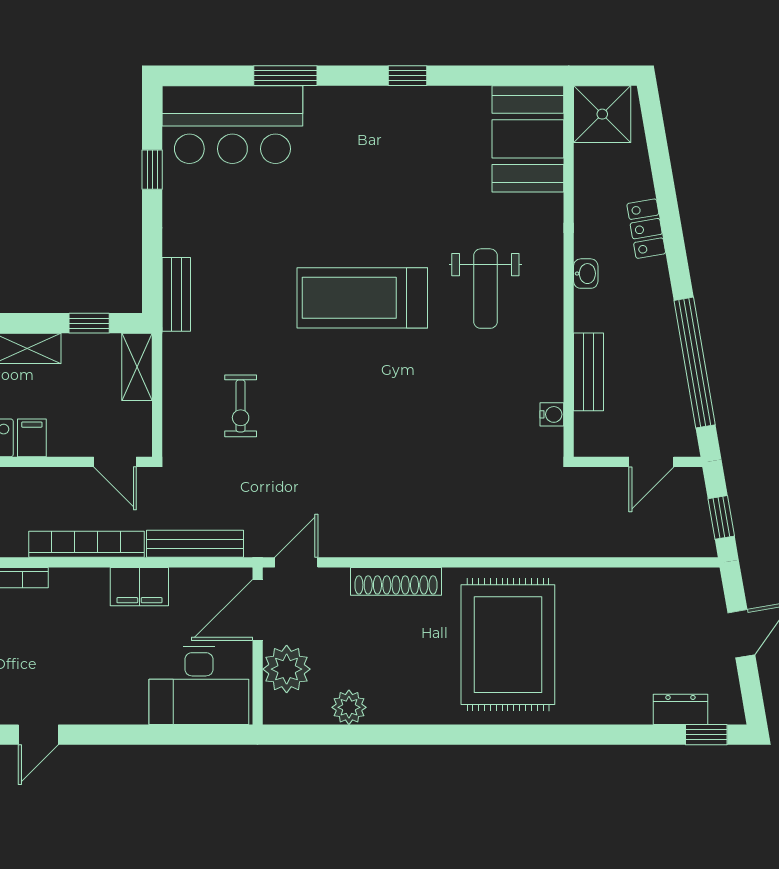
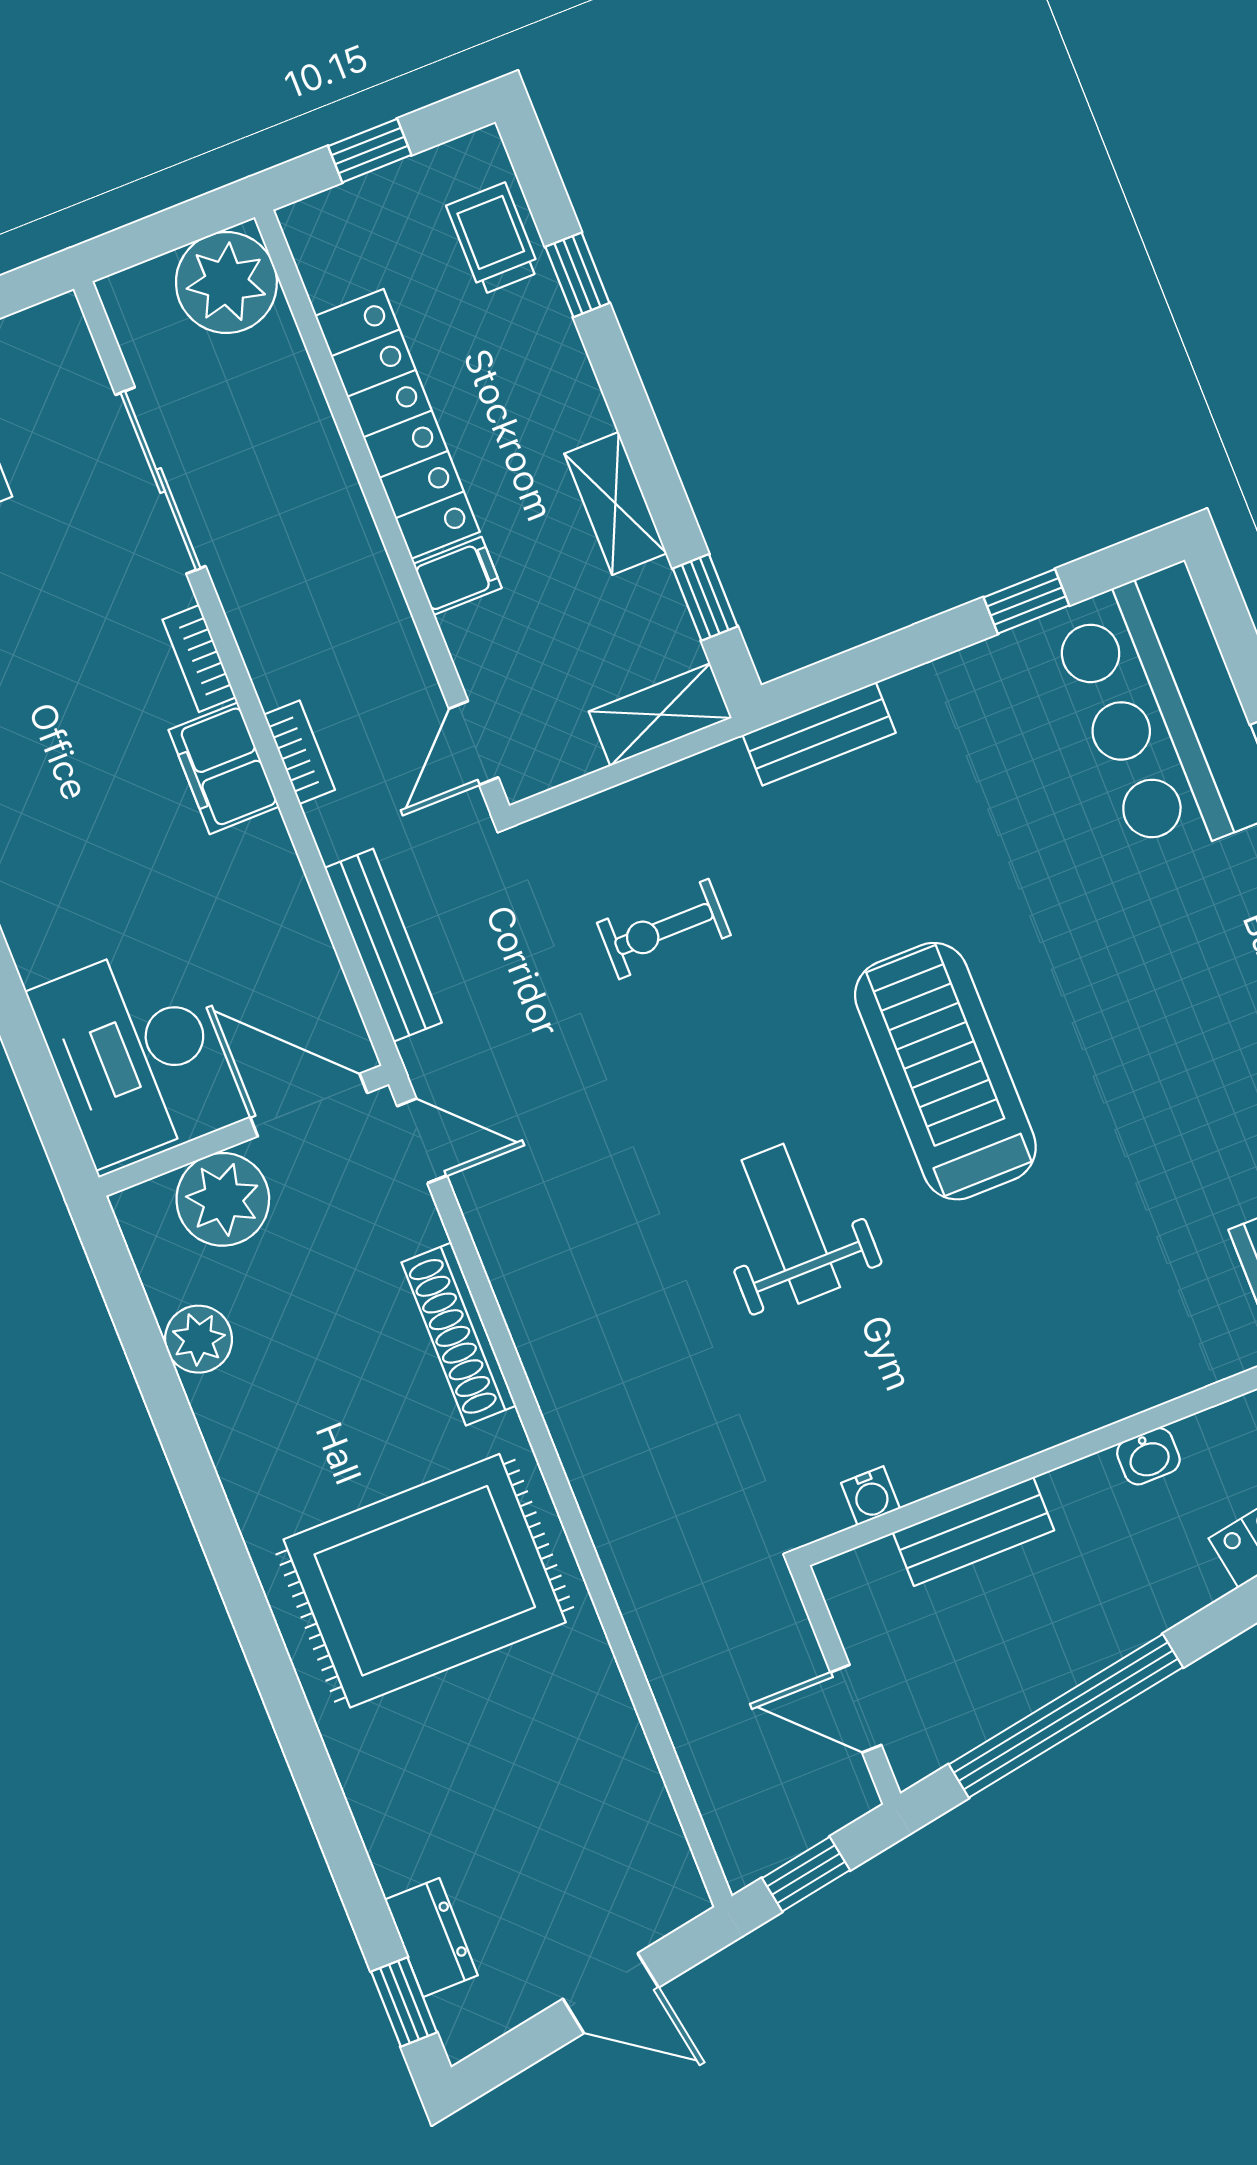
weight bench: (485, 289) -> (791, 1224), moved, turned 90
bookcase: (86, 544) -> (299, 752), width x0.43, depth x0.76
filing cabinet: (139, 587) -> (224, 768), moved

